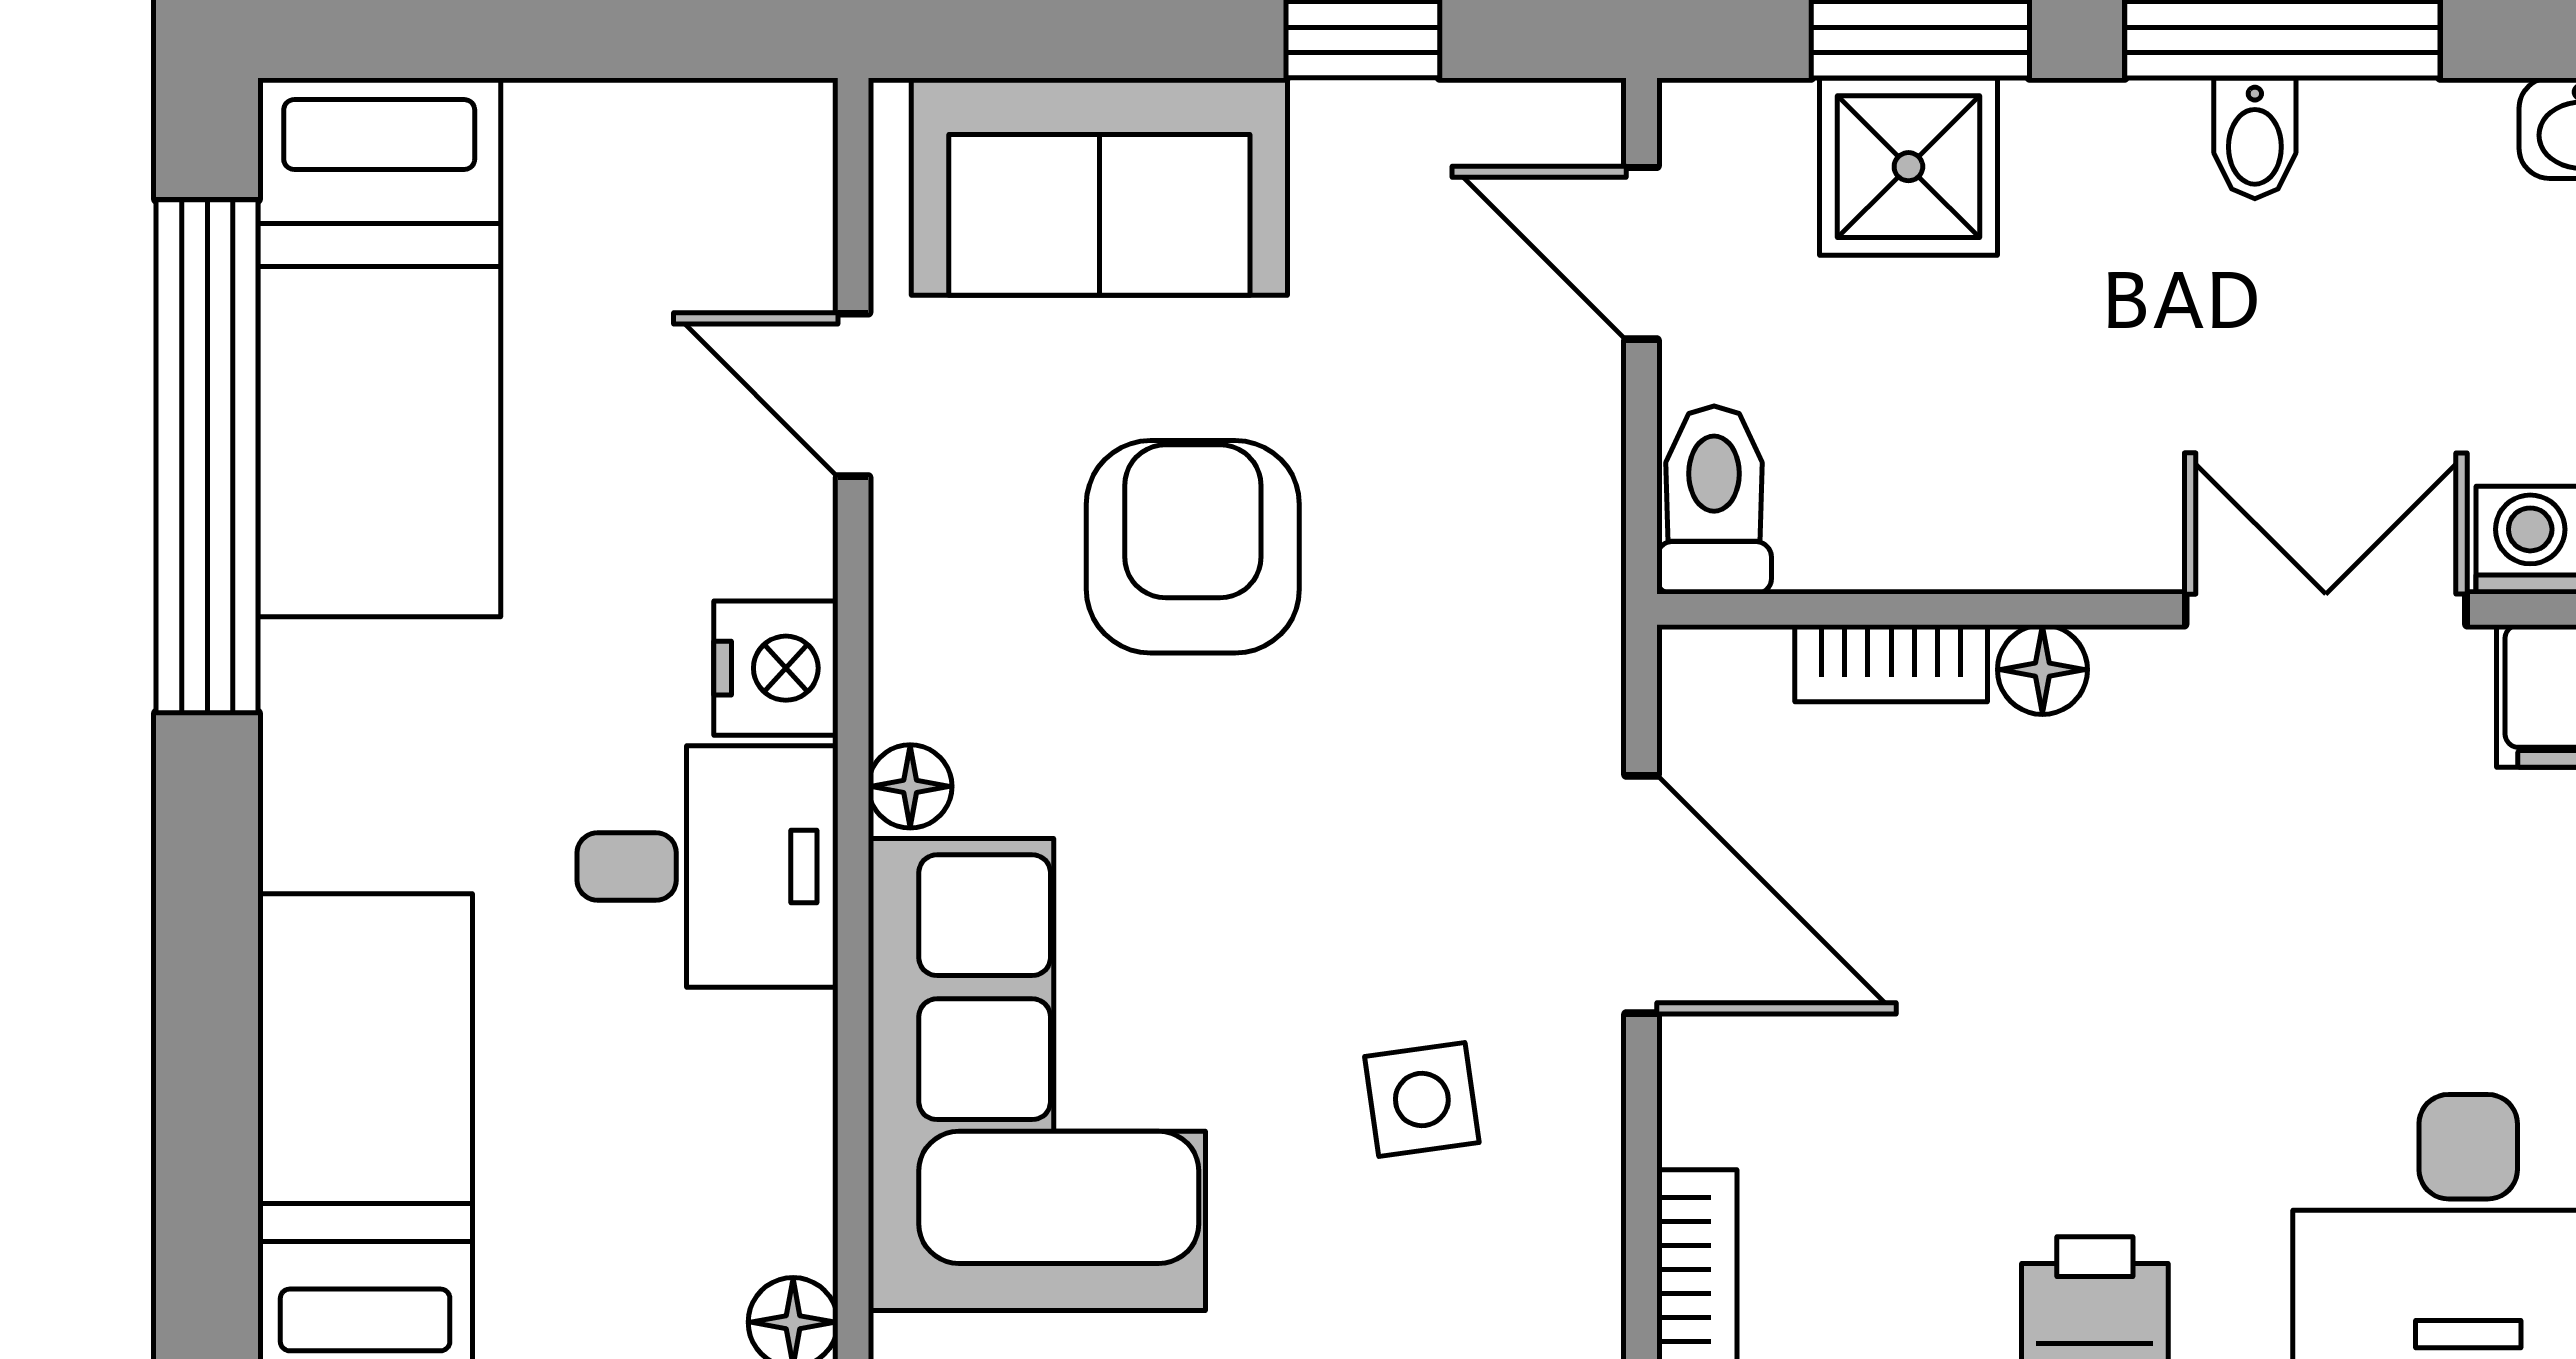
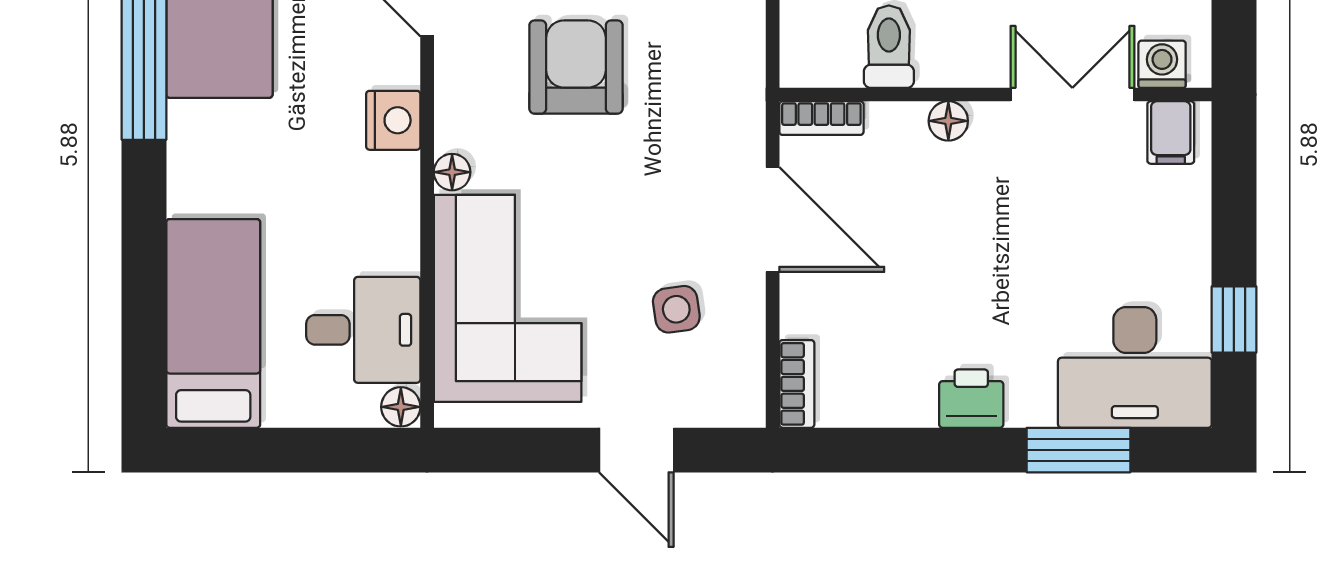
toilet: (1714, 500) -> (889, 47), moved
bookcase: (1891, 663) -> (821, 118), moved
desk: (707, 866) -> (363, 330), moved

